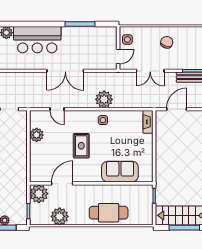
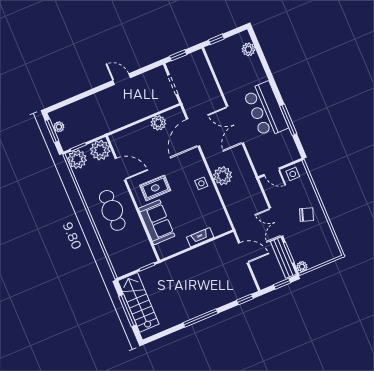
bar counter: (37, 40) -> (266, 110), moved
double door: (150, 71) -> (276, 222), moved
door: (57, 109) -> (193, 133), width x1.88
fireplace: (148, 122) -> (200, 237), moved
rug: (81, 146) -> (155, 188), moved
cafe table: (109, 213) -> (112, 210), moved
plant: (60, 216) -> (77, 159), moved

